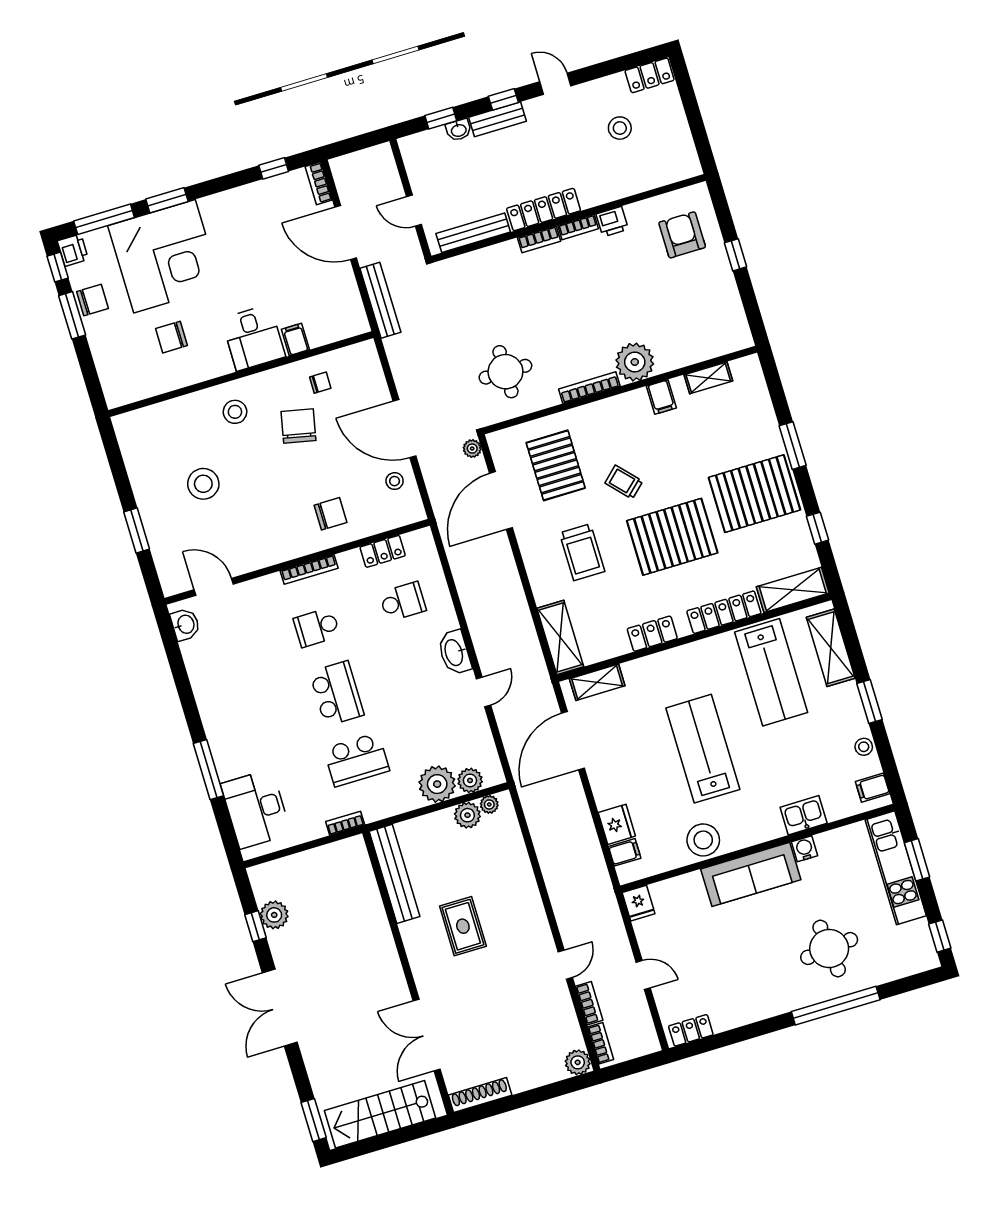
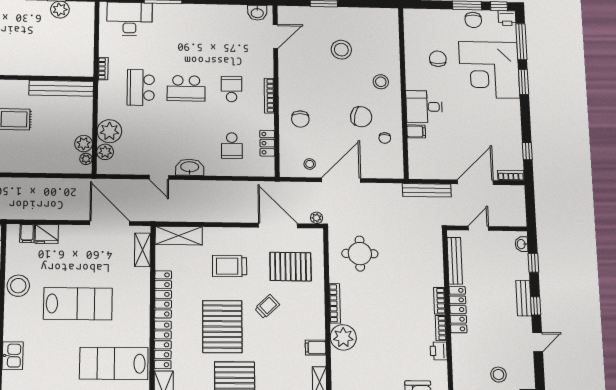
washbasin: (459, 130) -> (521, 244), moved
locker: (652, 634) -> (163, 294), width x1.53

